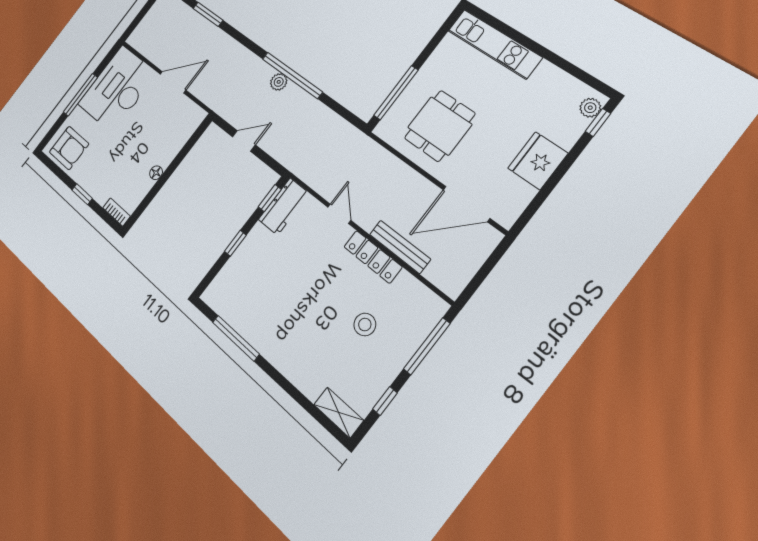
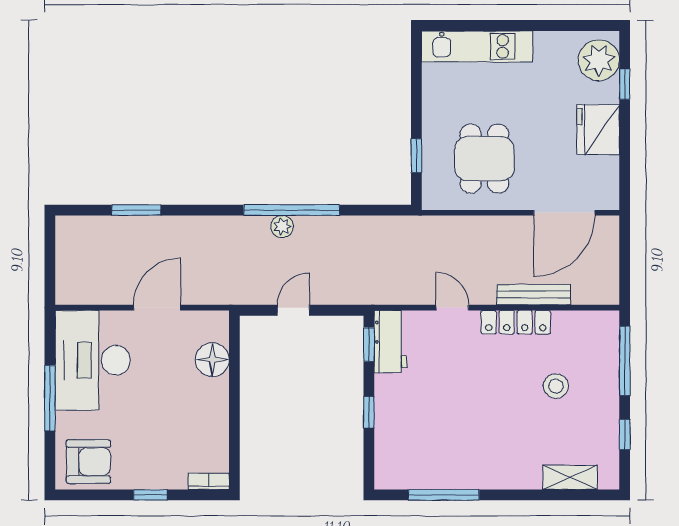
window: (396, 93) -> (416, 156), width x0.46
plant: (590, 108) -> (599, 60), width x1.88, depth x1.88
window: (598, 122) -> (625, 84), moved
floor lamp: (156, 173) -> (212, 360), moved, width x1.89, depth x1.89
shelving: (339, 412) -> (570, 477), moved

